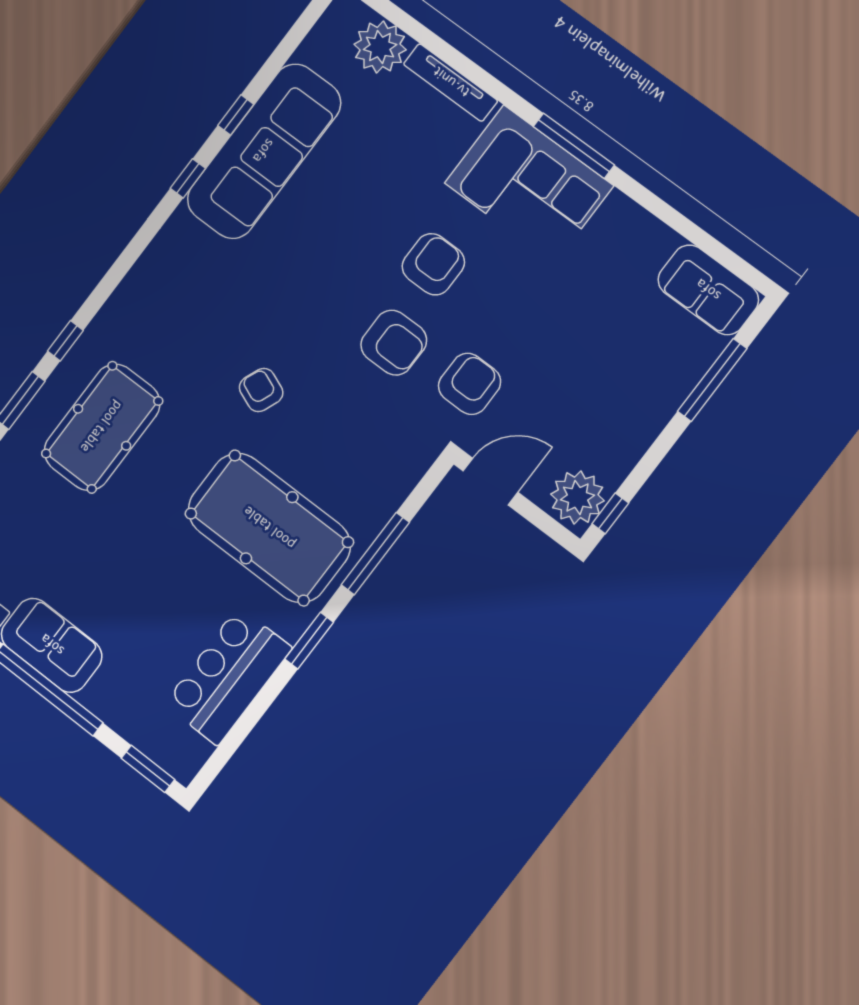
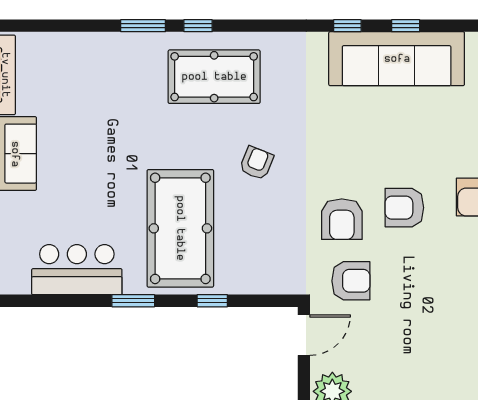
armchair: (433, 264) -> (404, 208), turned 180
pool table: (102, 427) -> (214, 77), moved
door: (490, 482) -> (304, 335), hinge flipped
window: (375, 554) -> (212, 301), width x0.46

